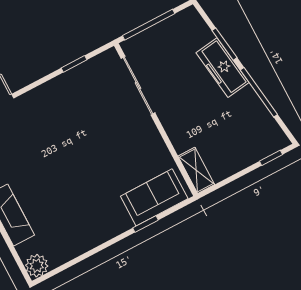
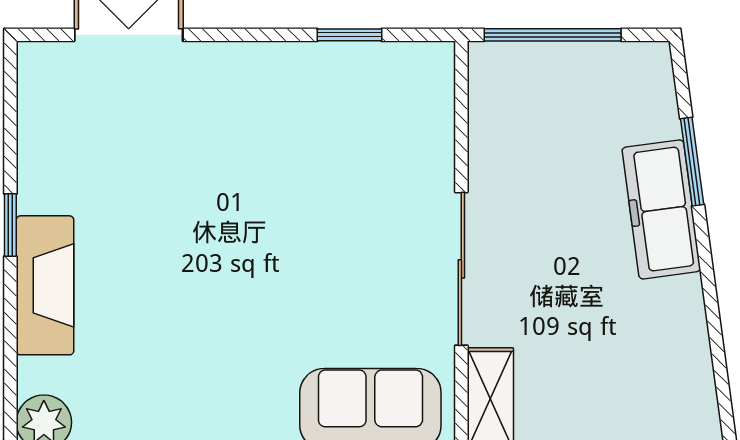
sliding door: (138, 86) -> (461, 269), moved
window: (259, 92) -> (711, 303), removed

